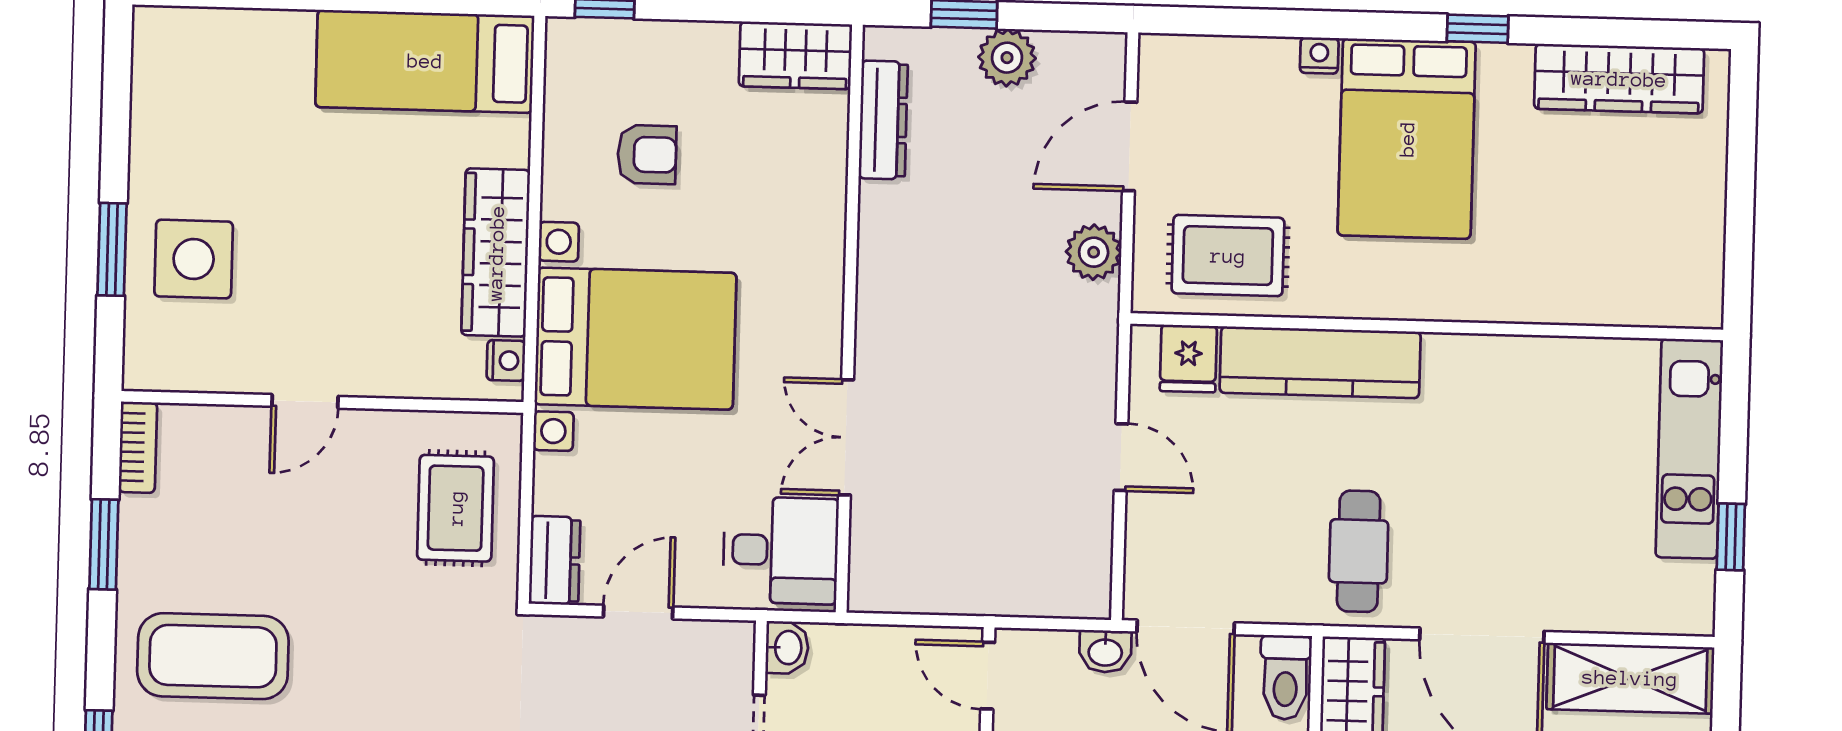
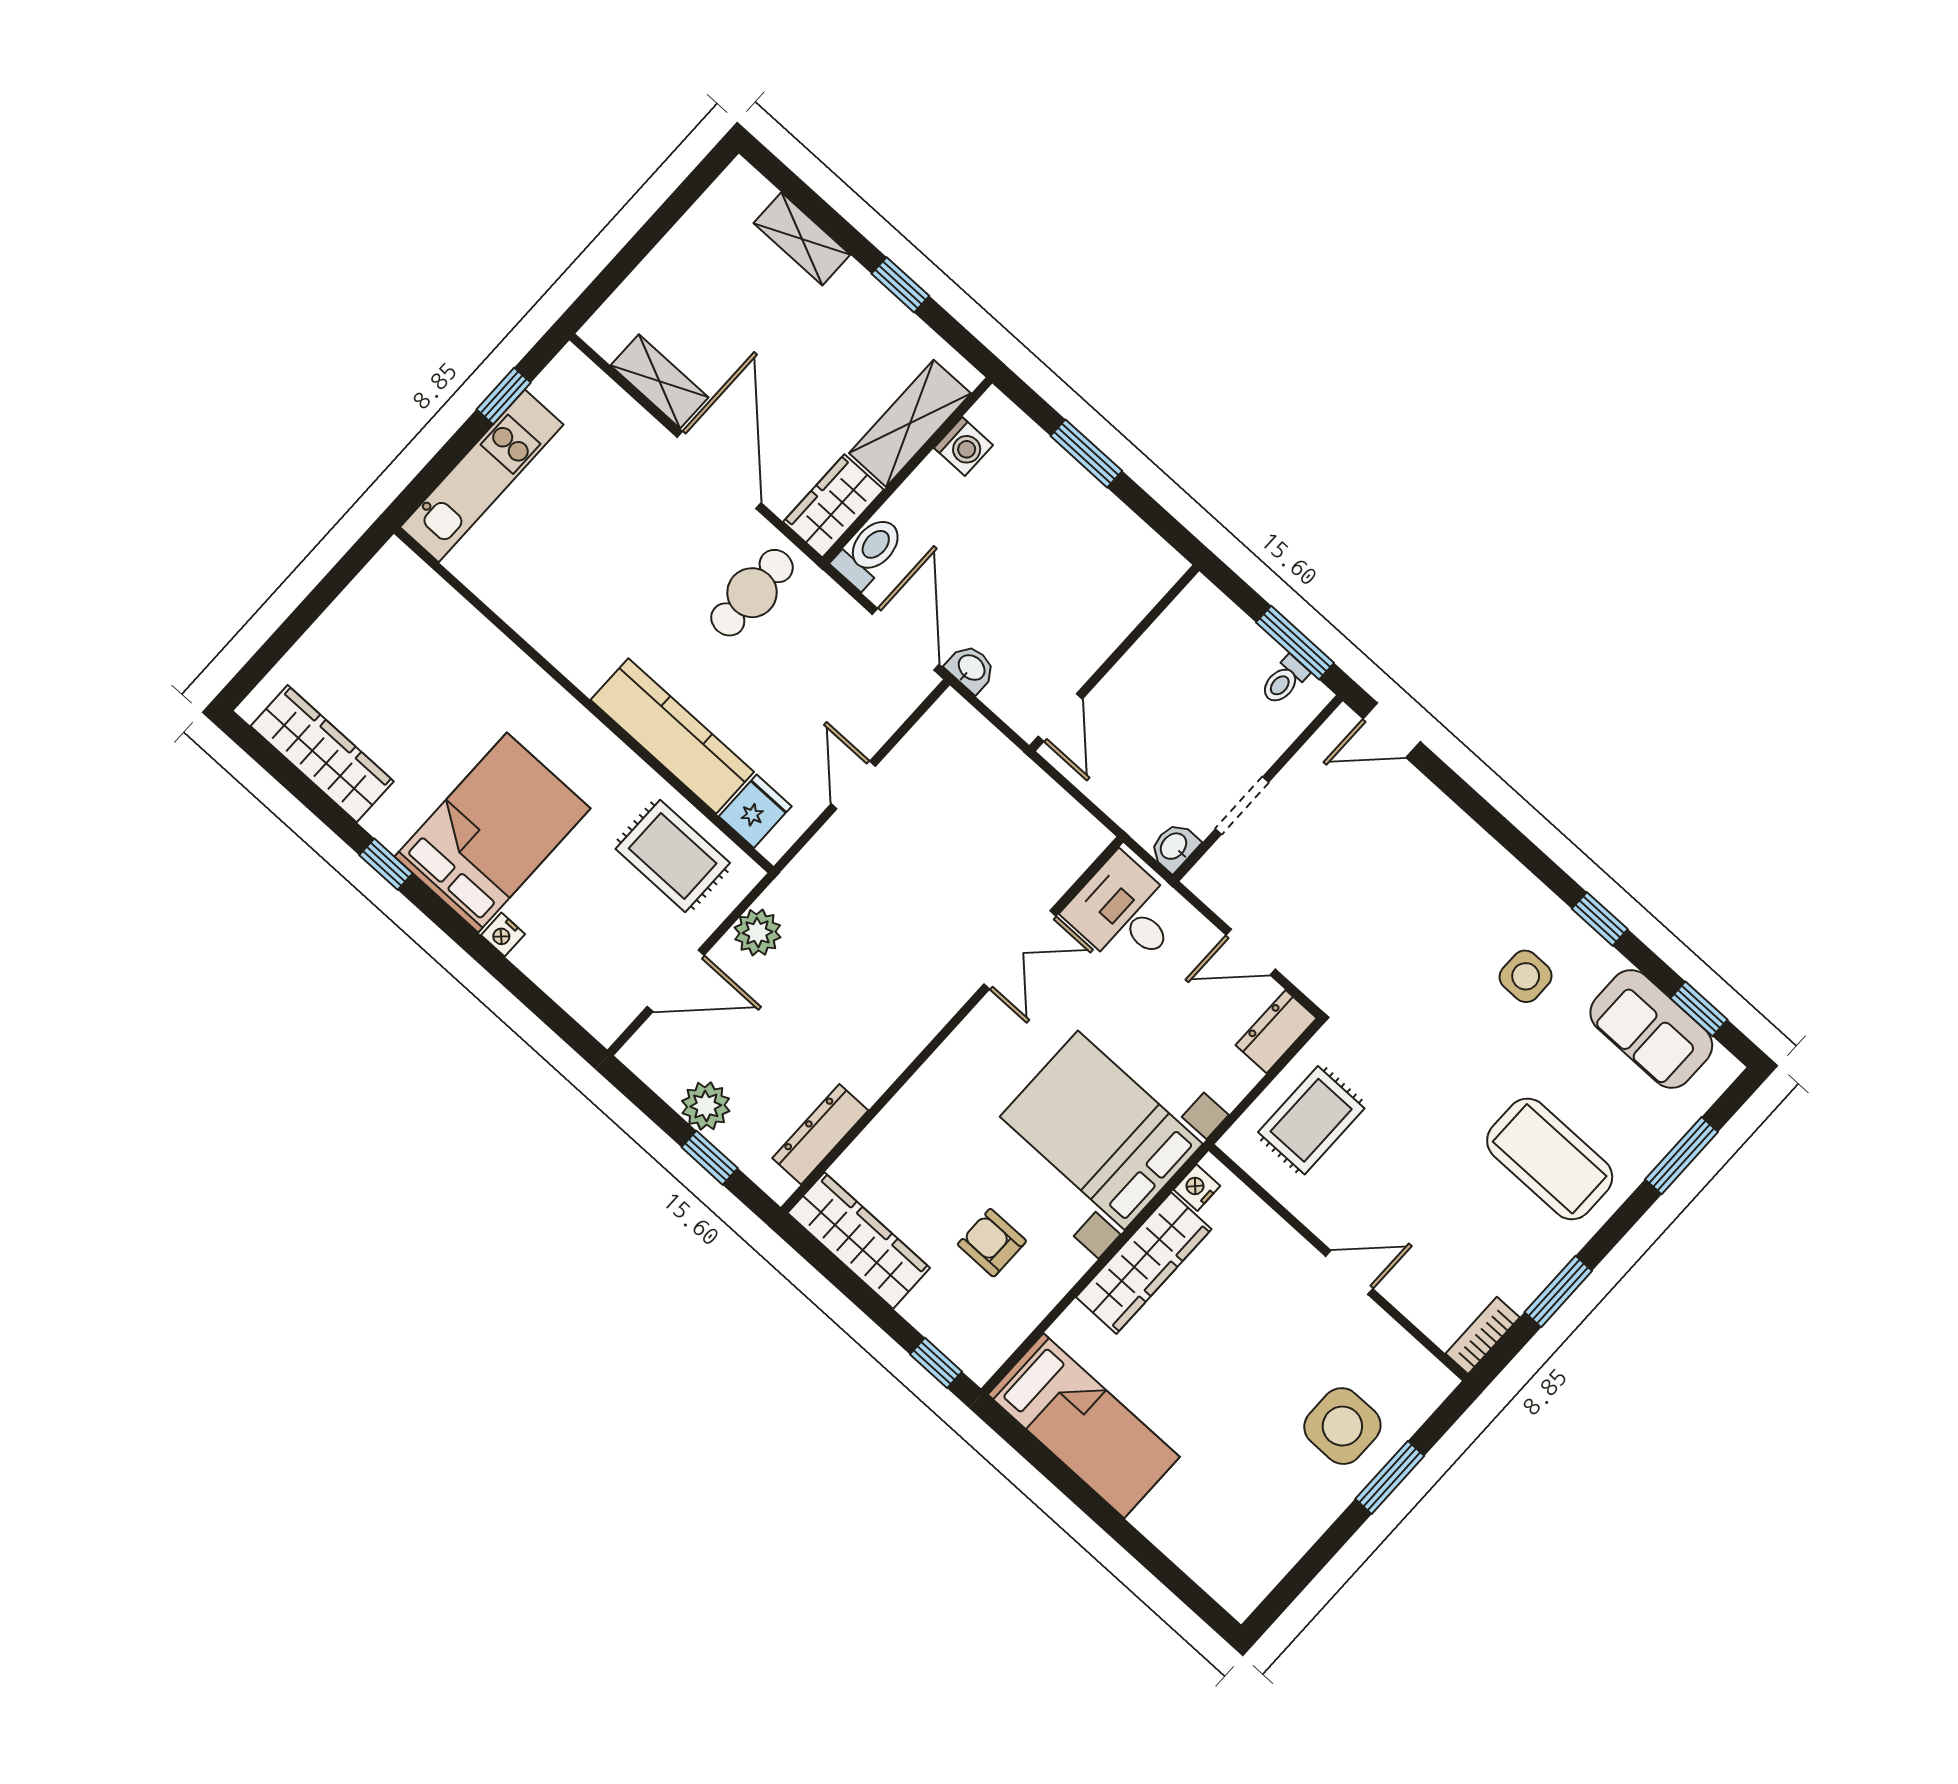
wardrobe: (795, 55) -> (859, 1240), width x1.50
shelving: (1630, 678) -> (660, 381), width x0.67, depth x0.75

